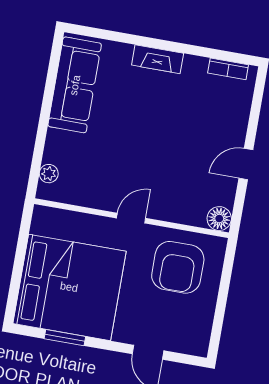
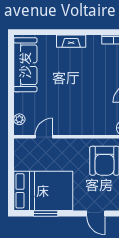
door: (131, 218) -> (44, 137), moved
bed: (69, 287) -> (43, 191), width x0.73

